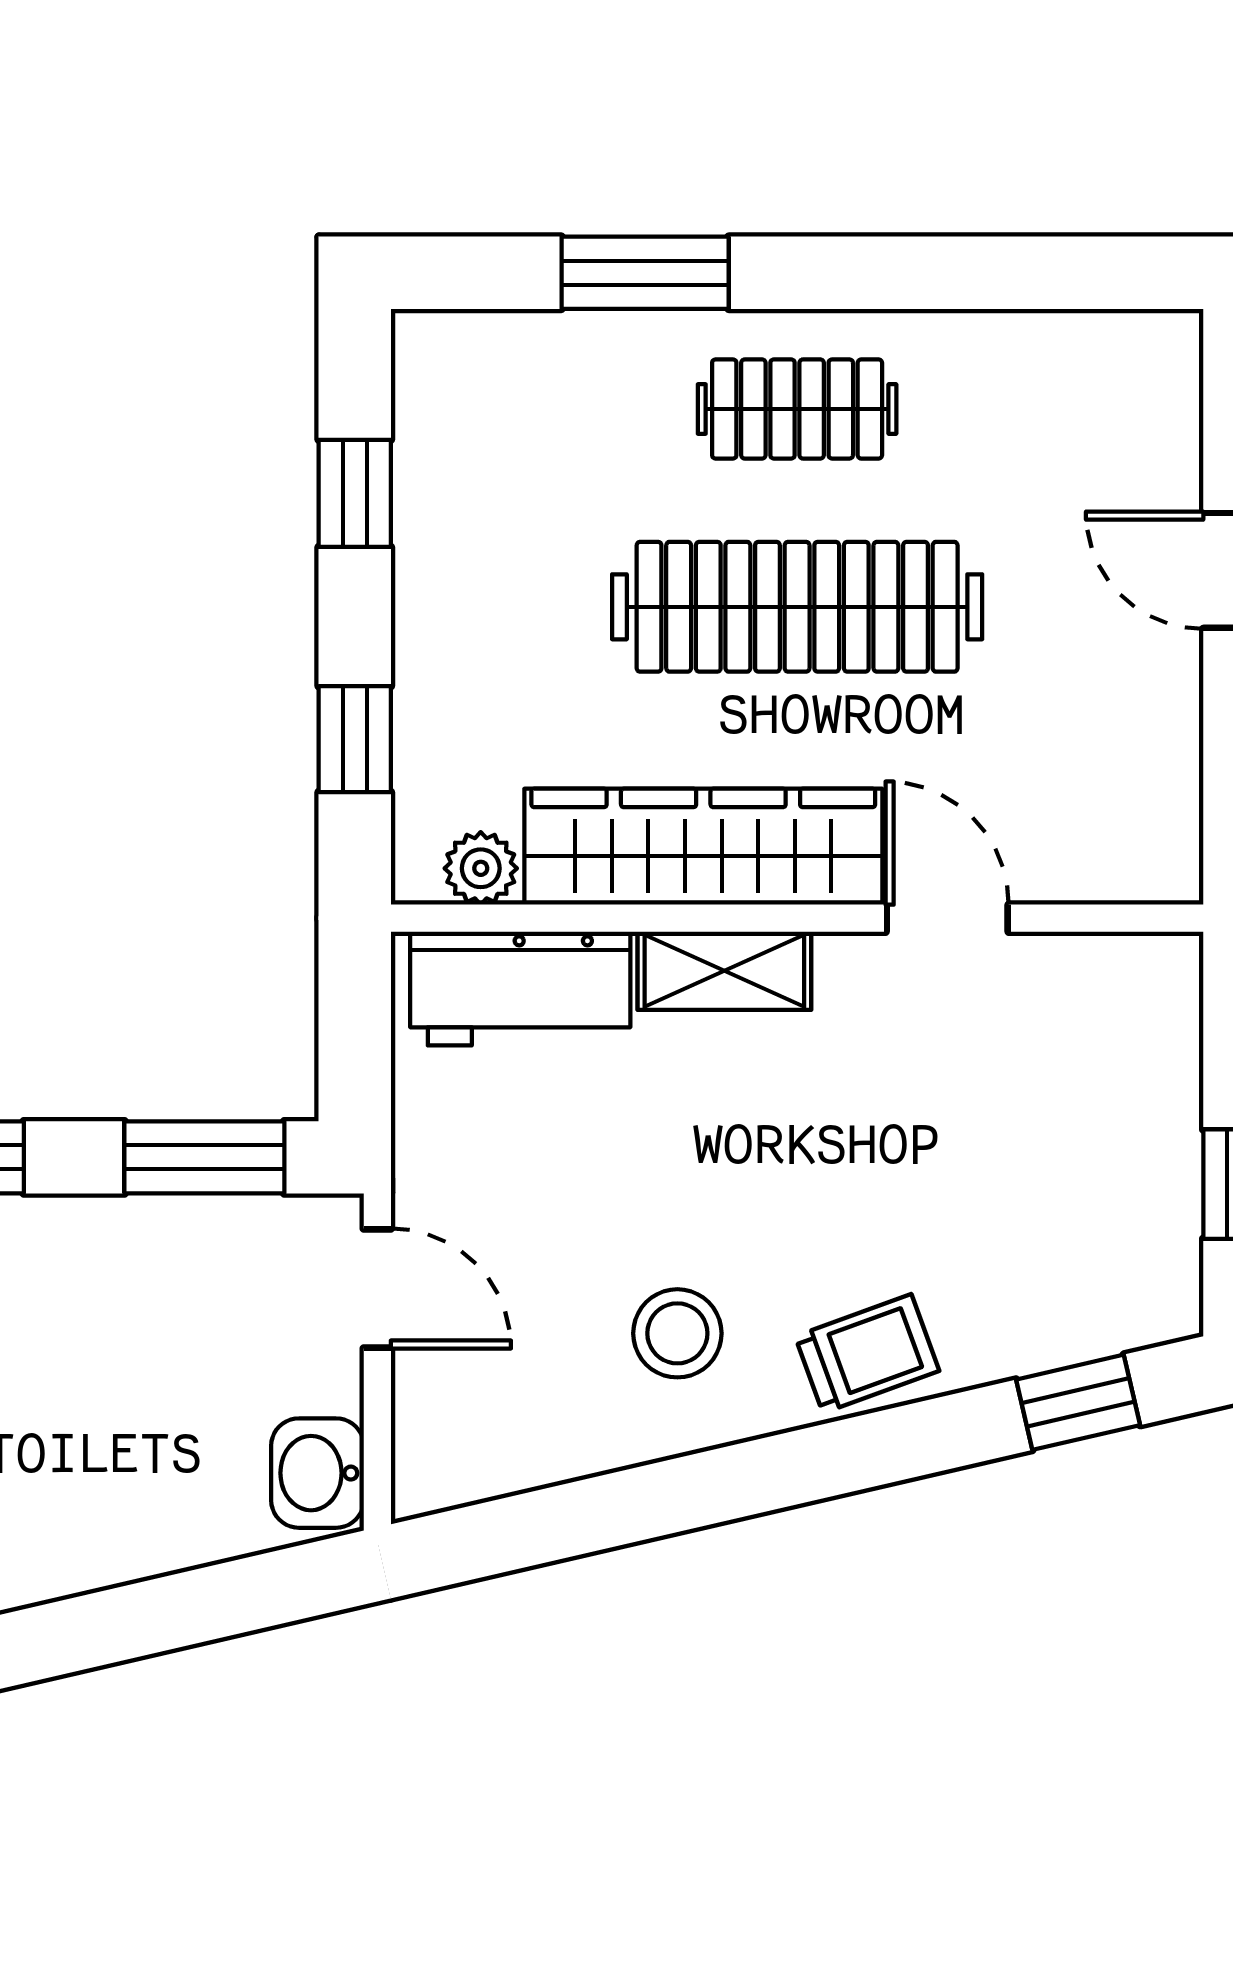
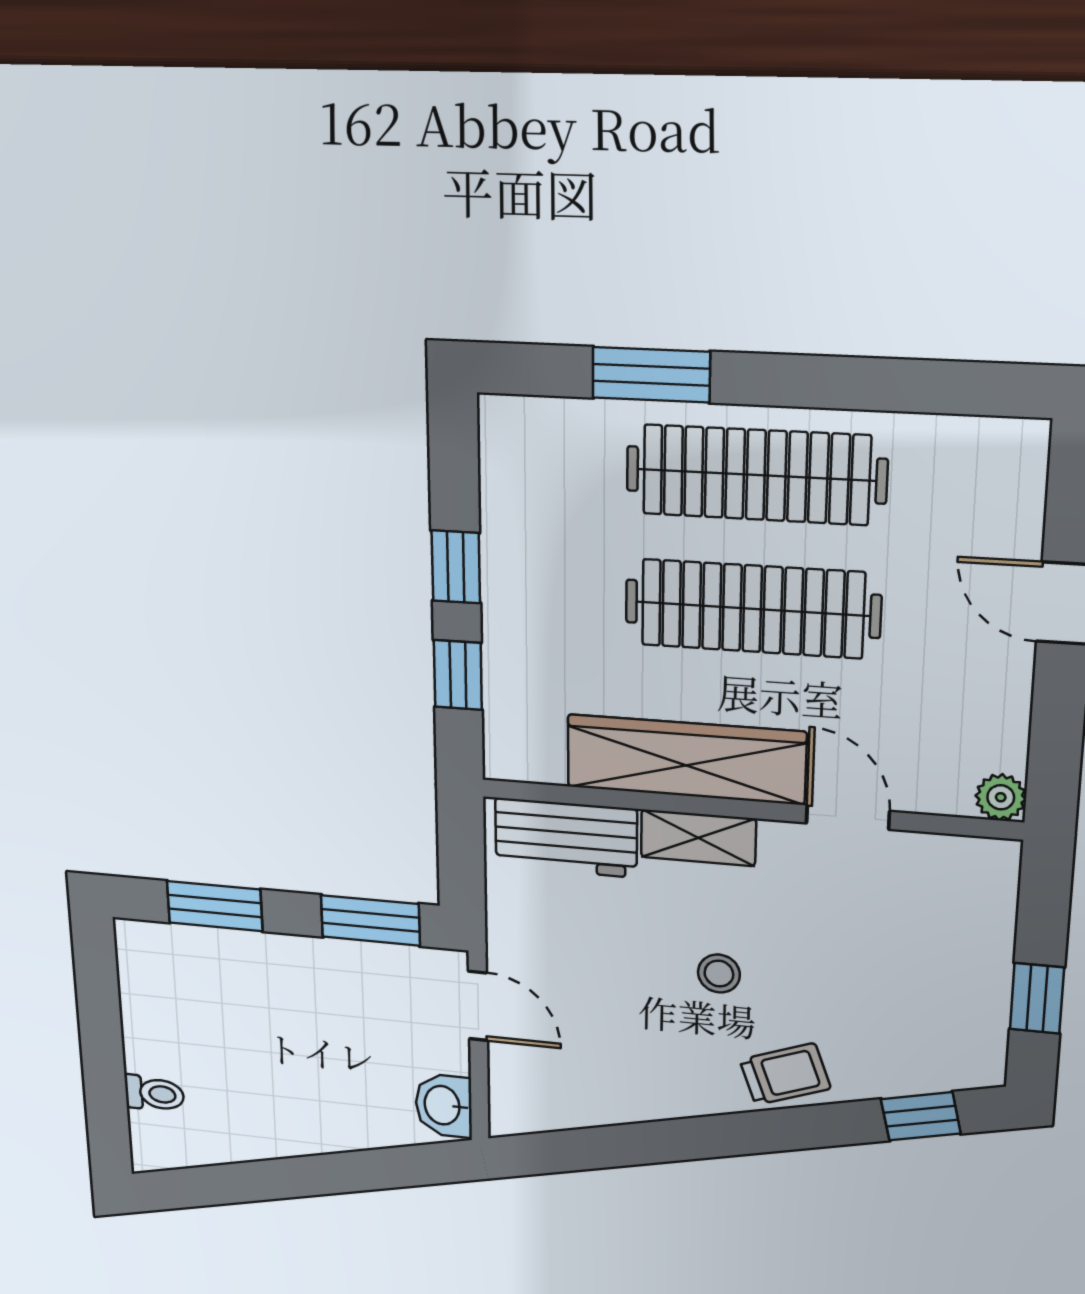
clothes rail: (797, 409) -> (756, 475), width x1.86, depth x1.31
window: (355, 493) -> (456, 567), moved
plant: (481, 868) -> (1001, 797), moved
stool: (677, 1333) -> (719, 974), moved, width x0.73, depth x0.73

